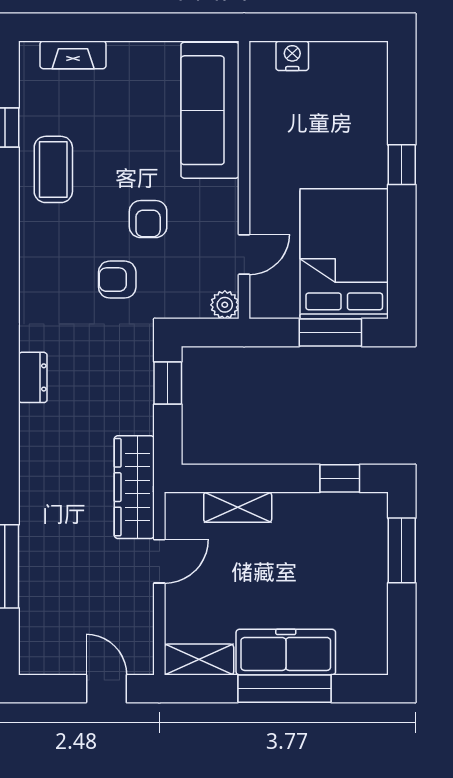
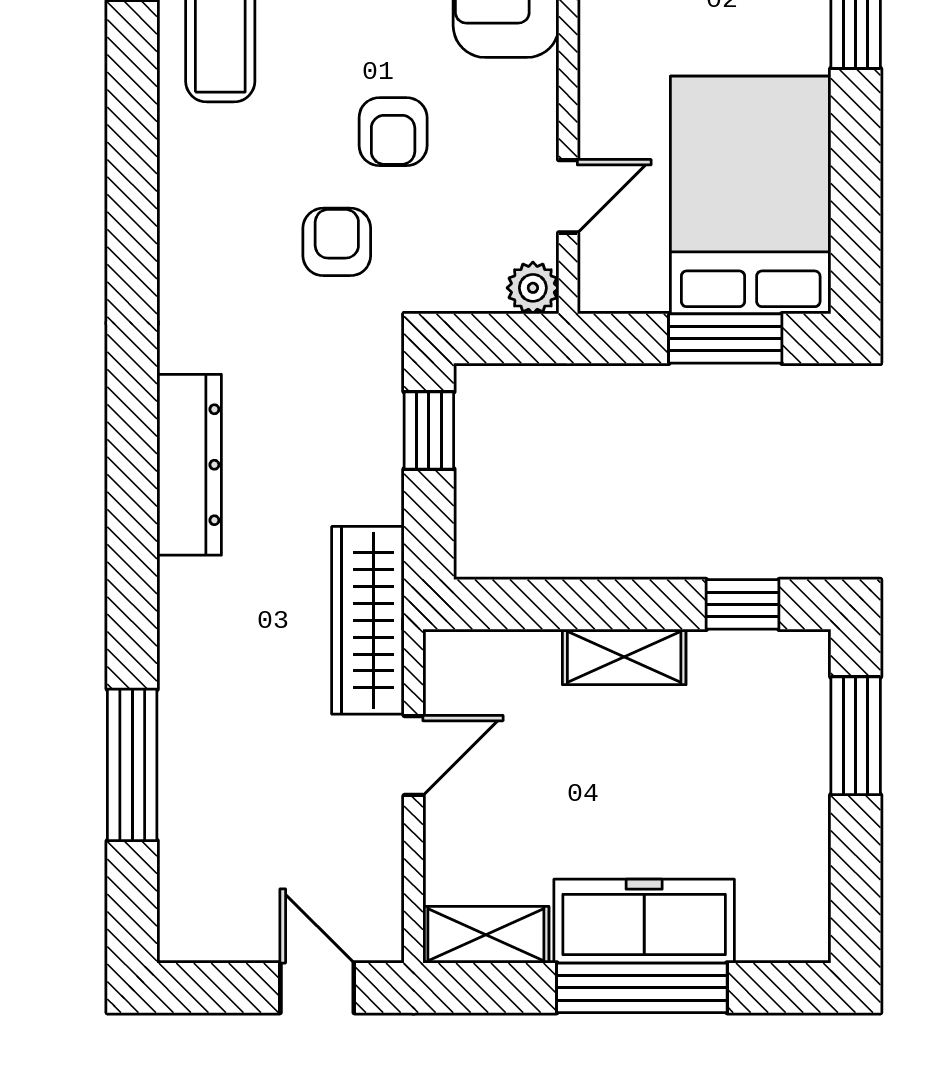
armchair: (117, 280) -> (337, 242), turned 90
dresser: (33, 377) -> (189, 465), width x1.96, depth x1.24
shelving: (238, 507) -> (624, 657), moved

